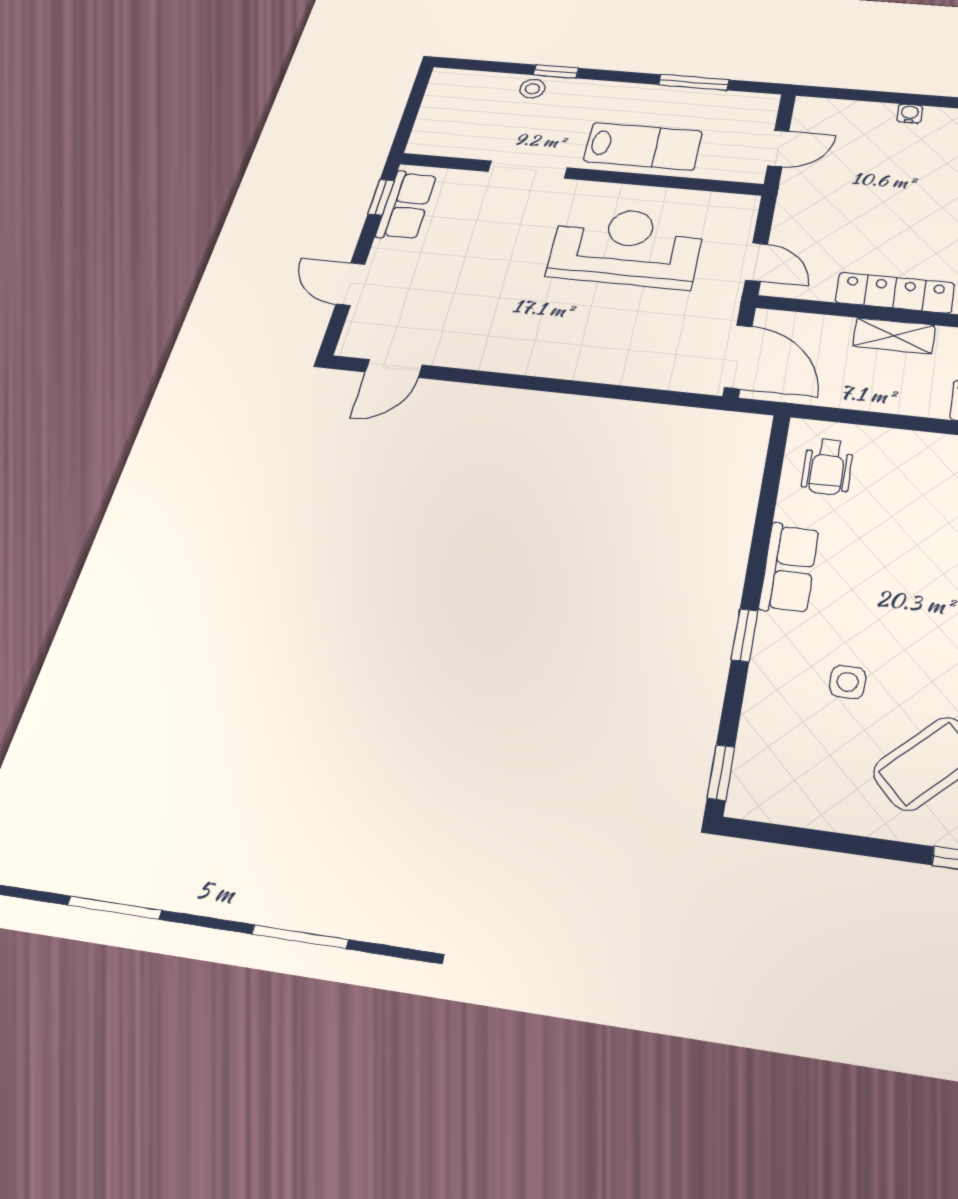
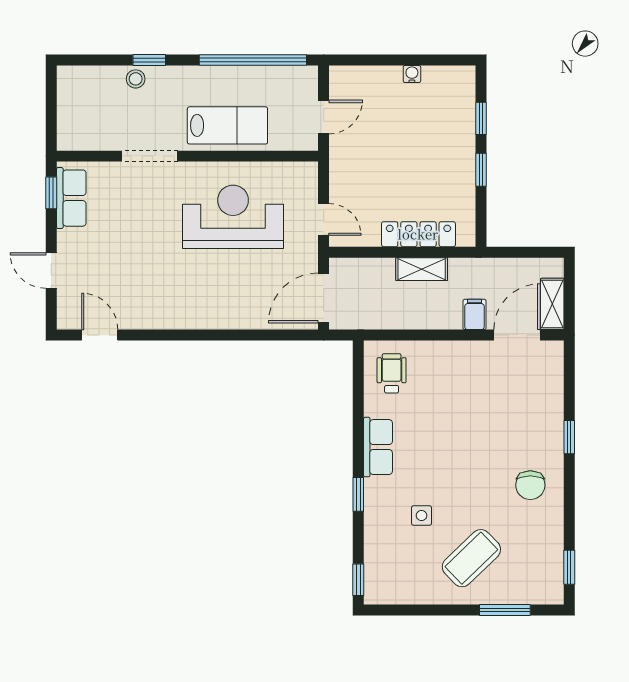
window: (694, 82) -> (253, 60), width x2.11
door: (738, 357) -> (324, 298), swing flipped
door: (394, 368) -> (100, 335), swing flipped
wheelchair: (828, 466) -> (392, 373), turned 180

